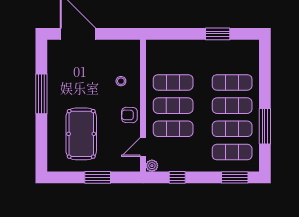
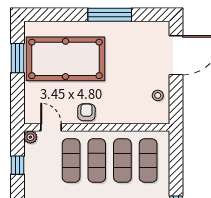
exercise mat: (173, 59) -> (148, 161), added
stool: (121, 81) -> (158, 95), moved
pool table: (81, 134) -> (65, 59), width x1.36, depth x1.32
window: (98, 177) -> (17, 58), moved

